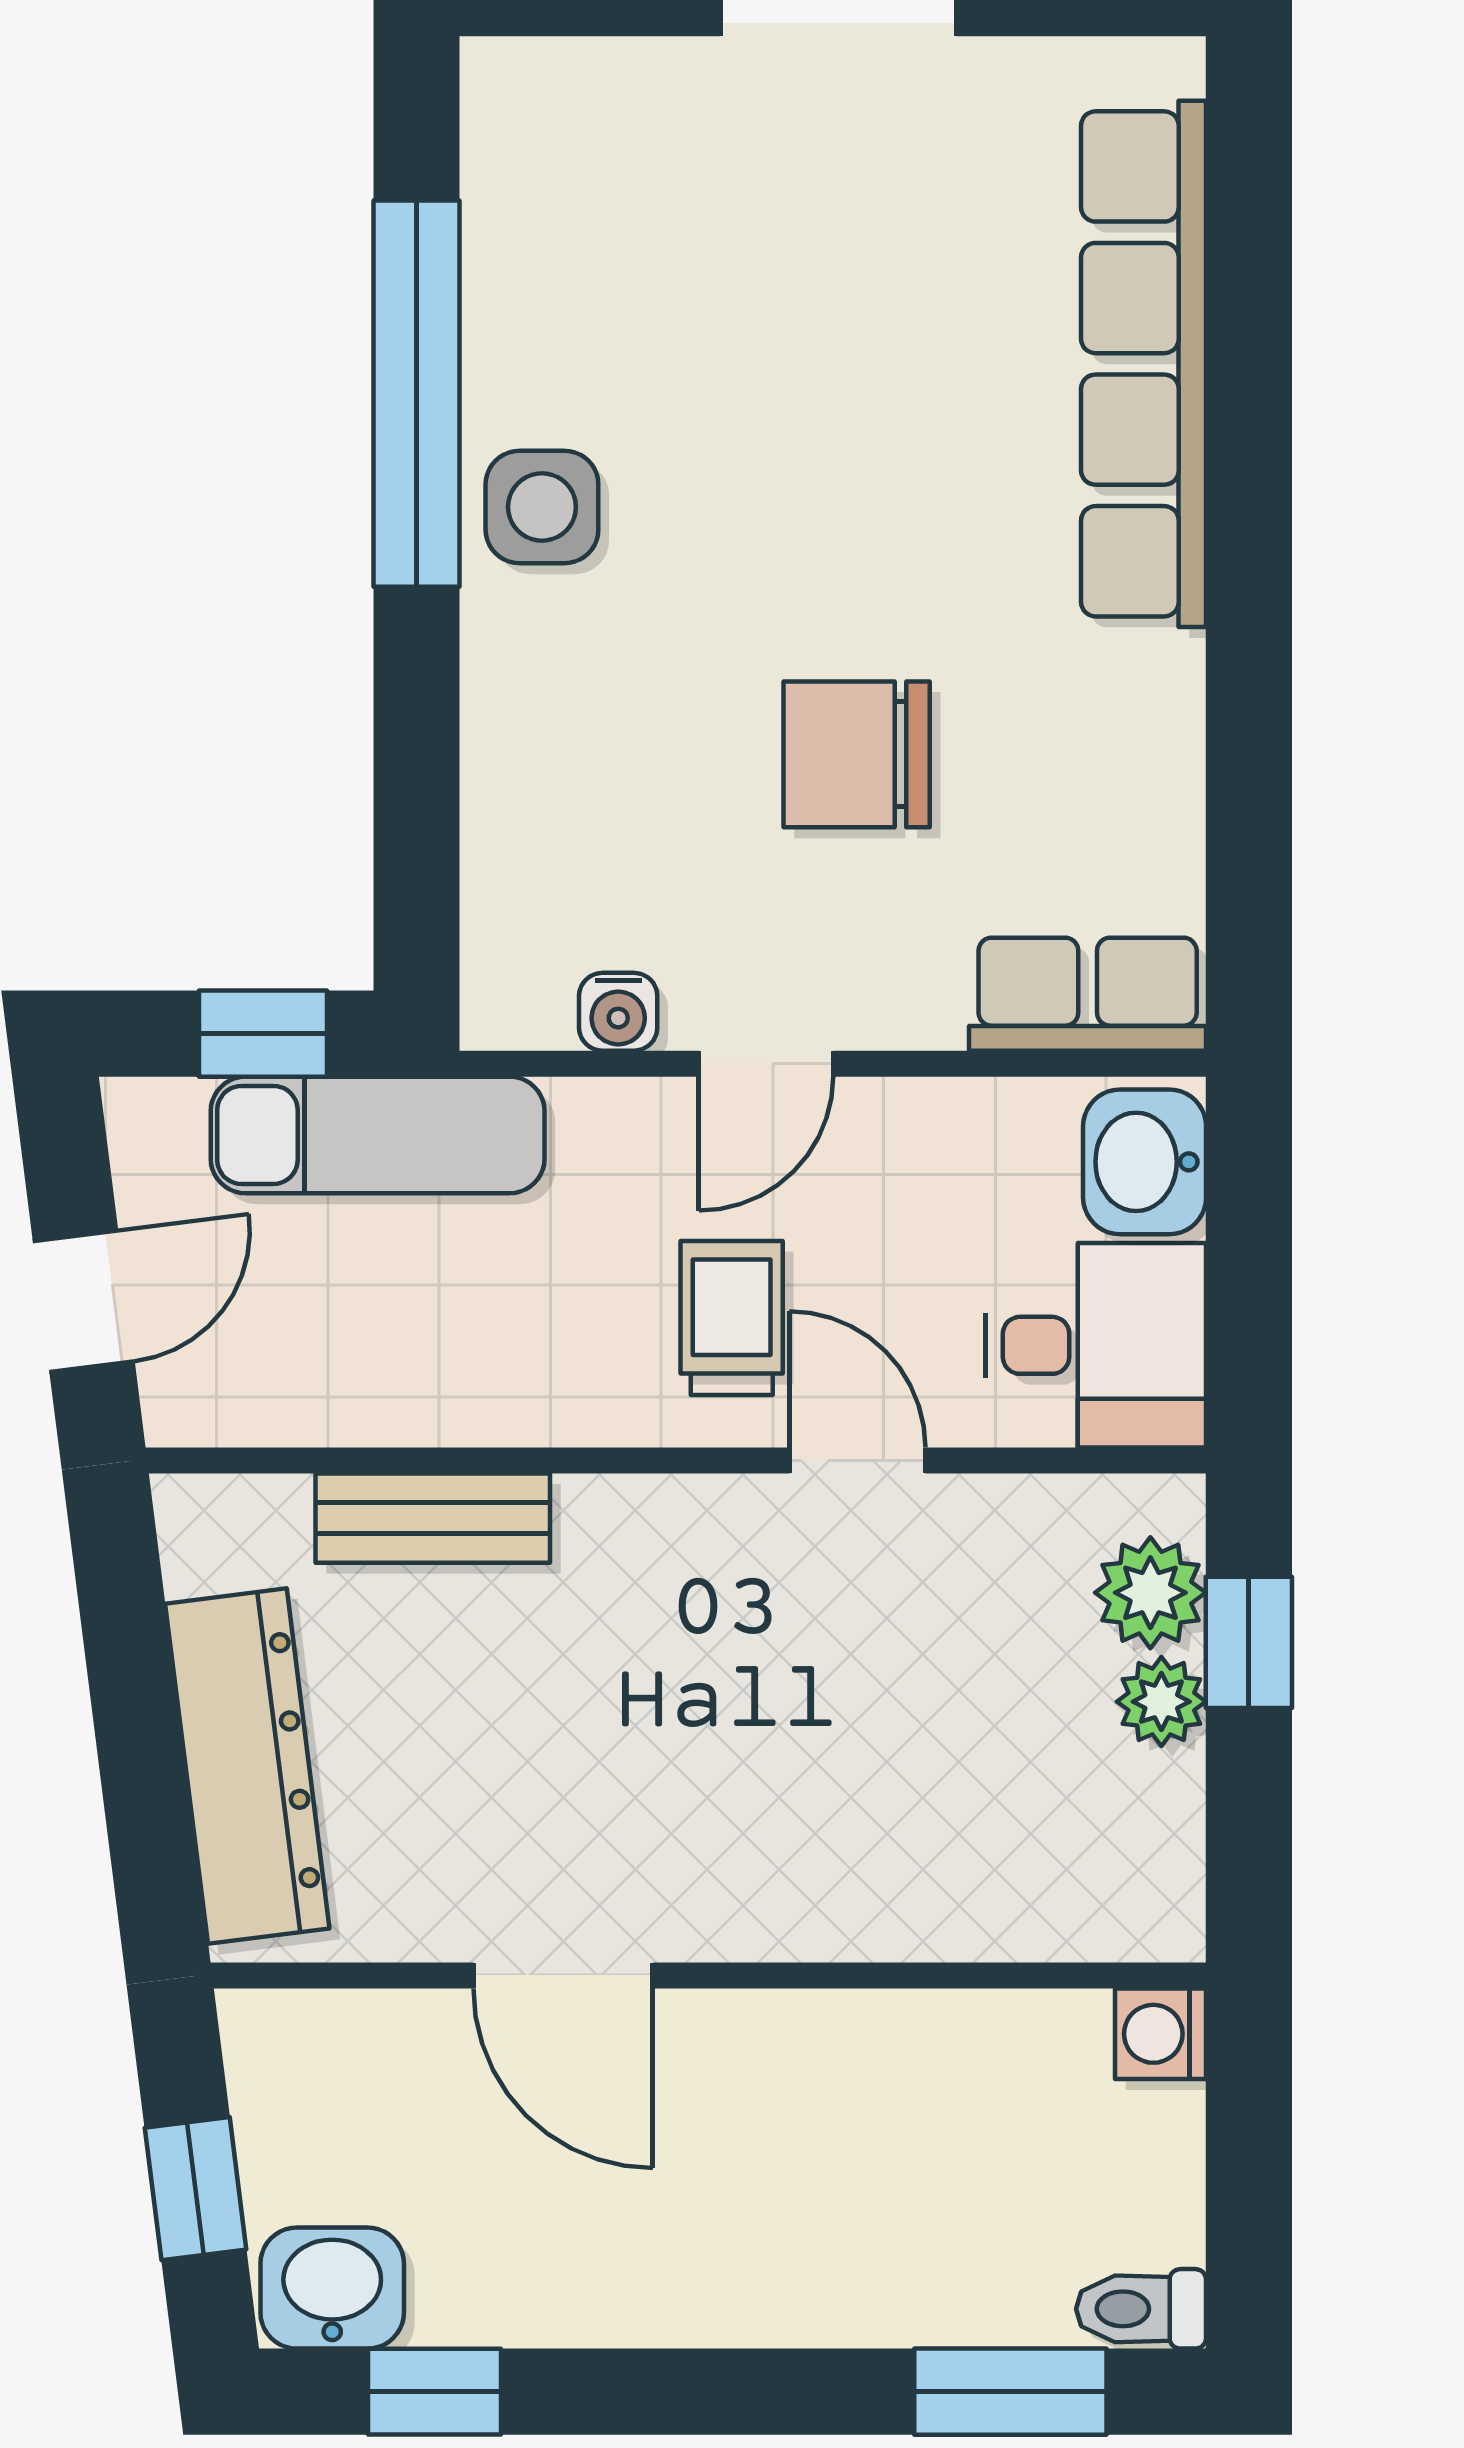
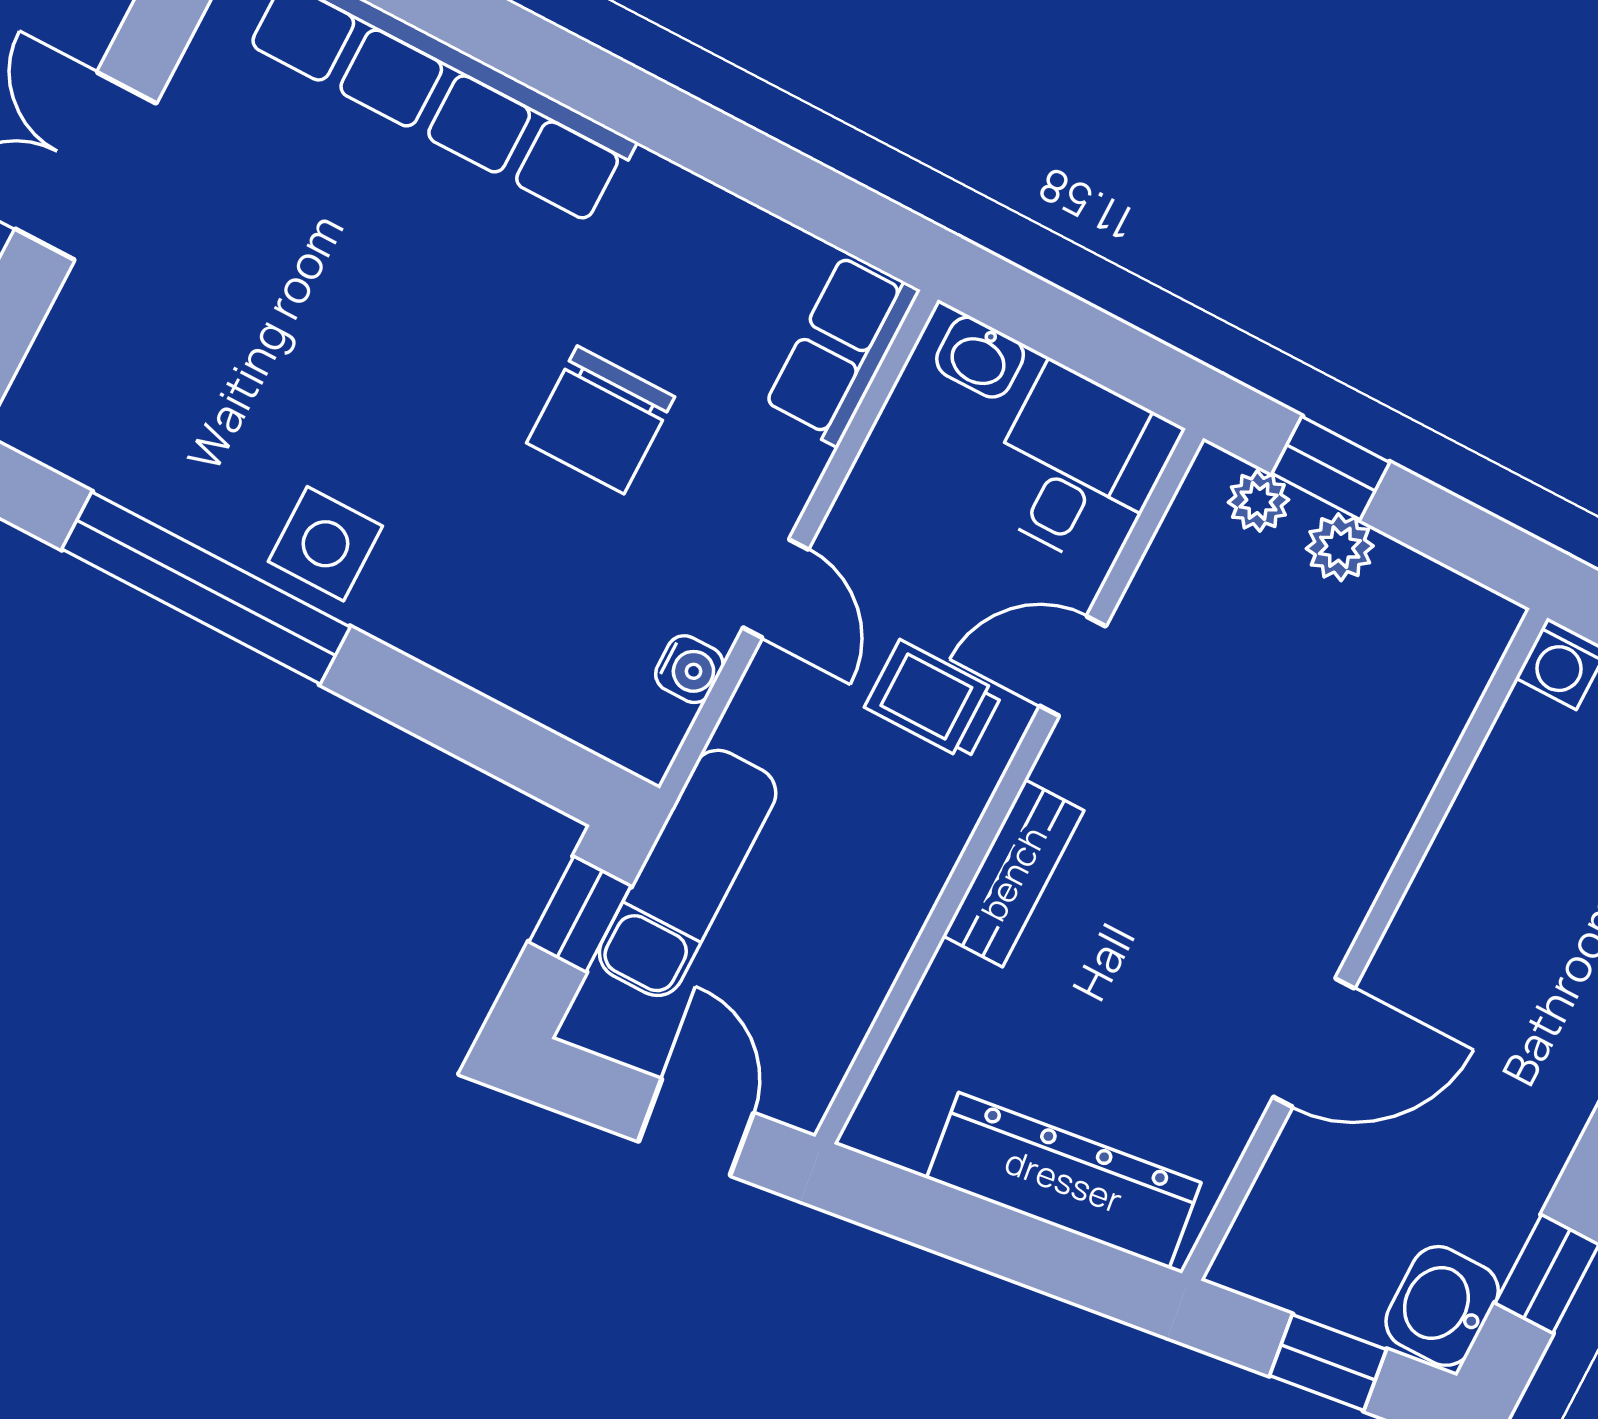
washbasin: (1145, 1162) -> (980, 357), width x0.72, depth x0.69
bench: (433, 1518) -> (1013, 873), moved
plant: (1150, 1593) -> (1258, 501), width x0.73, depth x0.73

